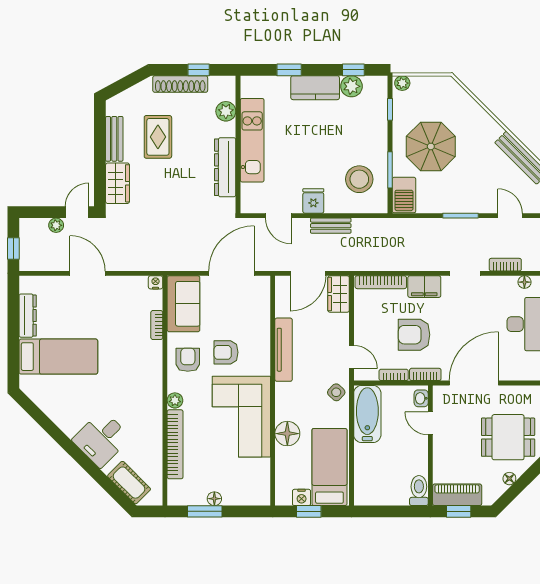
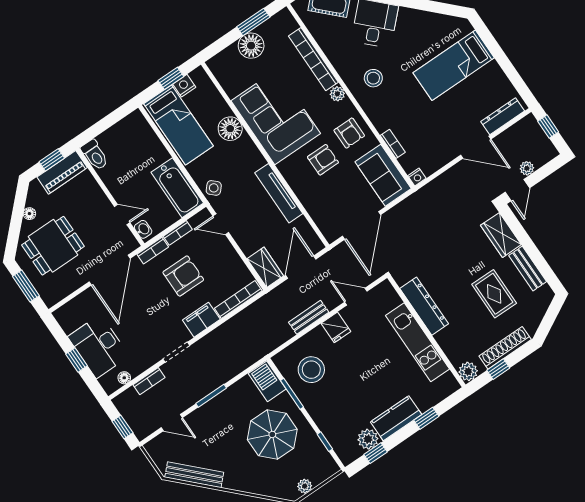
plant: (402, 83) -> (305, 486), moved
plant: (226, 111) -> (468, 371), moved
dresser: (28, 316) -> (503, 116), moved, turned 90
stool: (135, 393) -> (373, 78), added
floor lamp: (214, 499) -> (251, 46), width x1.89, depth x1.89

